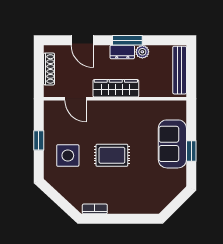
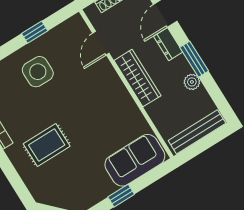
dresser: (122, 52) -> (168, 44), moved
sofa: (172, 144) -> (135, 160), moved
rug: (112, 155) -> (47, 145), moved, turned 90

